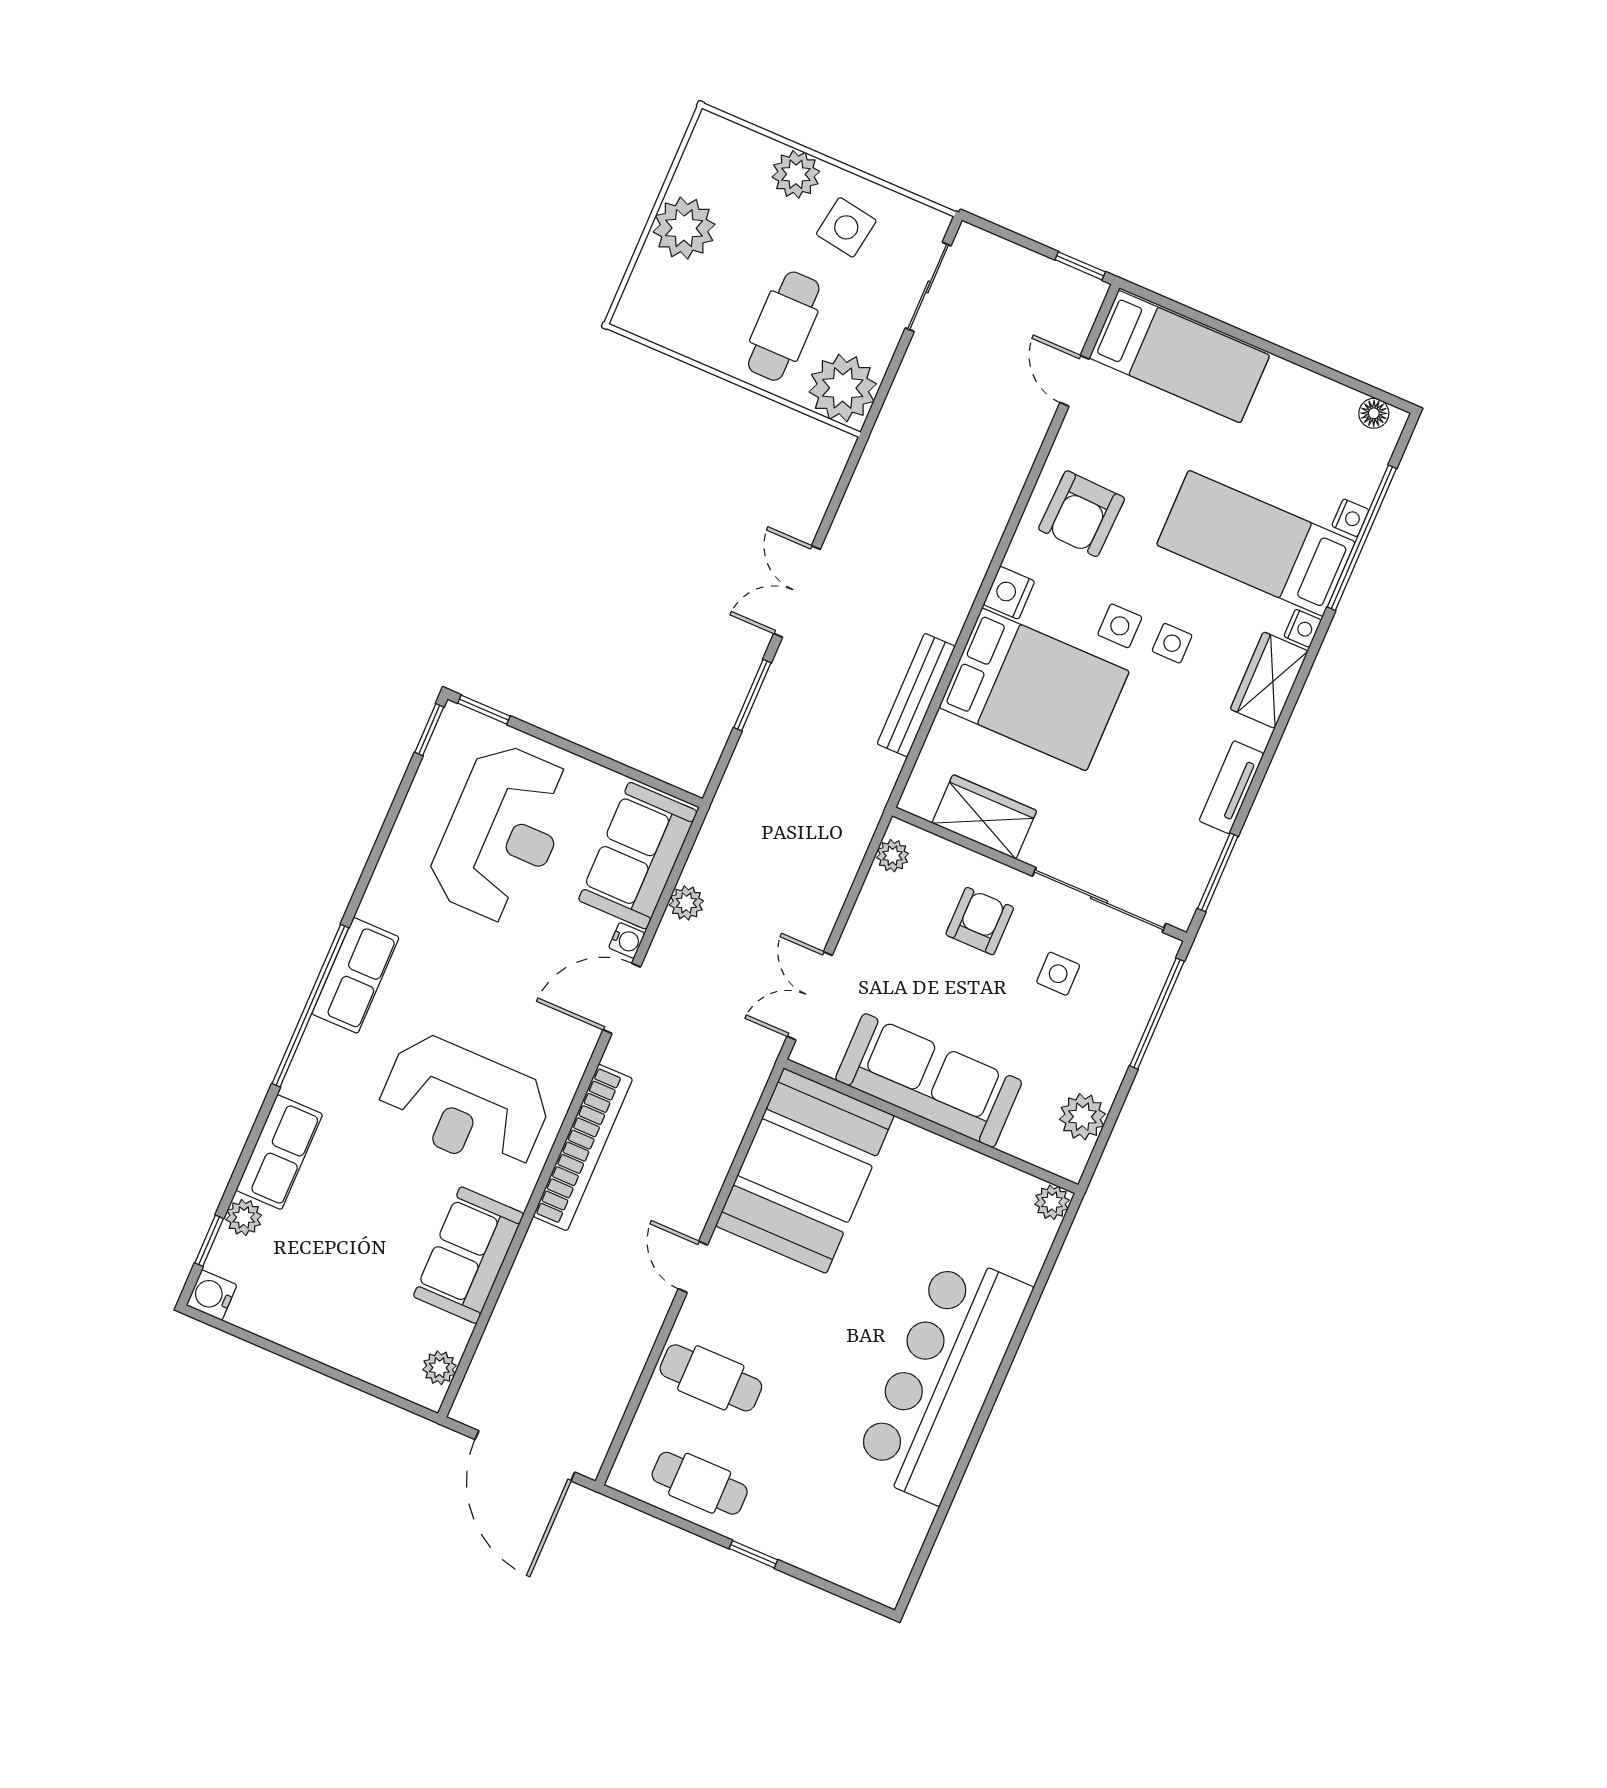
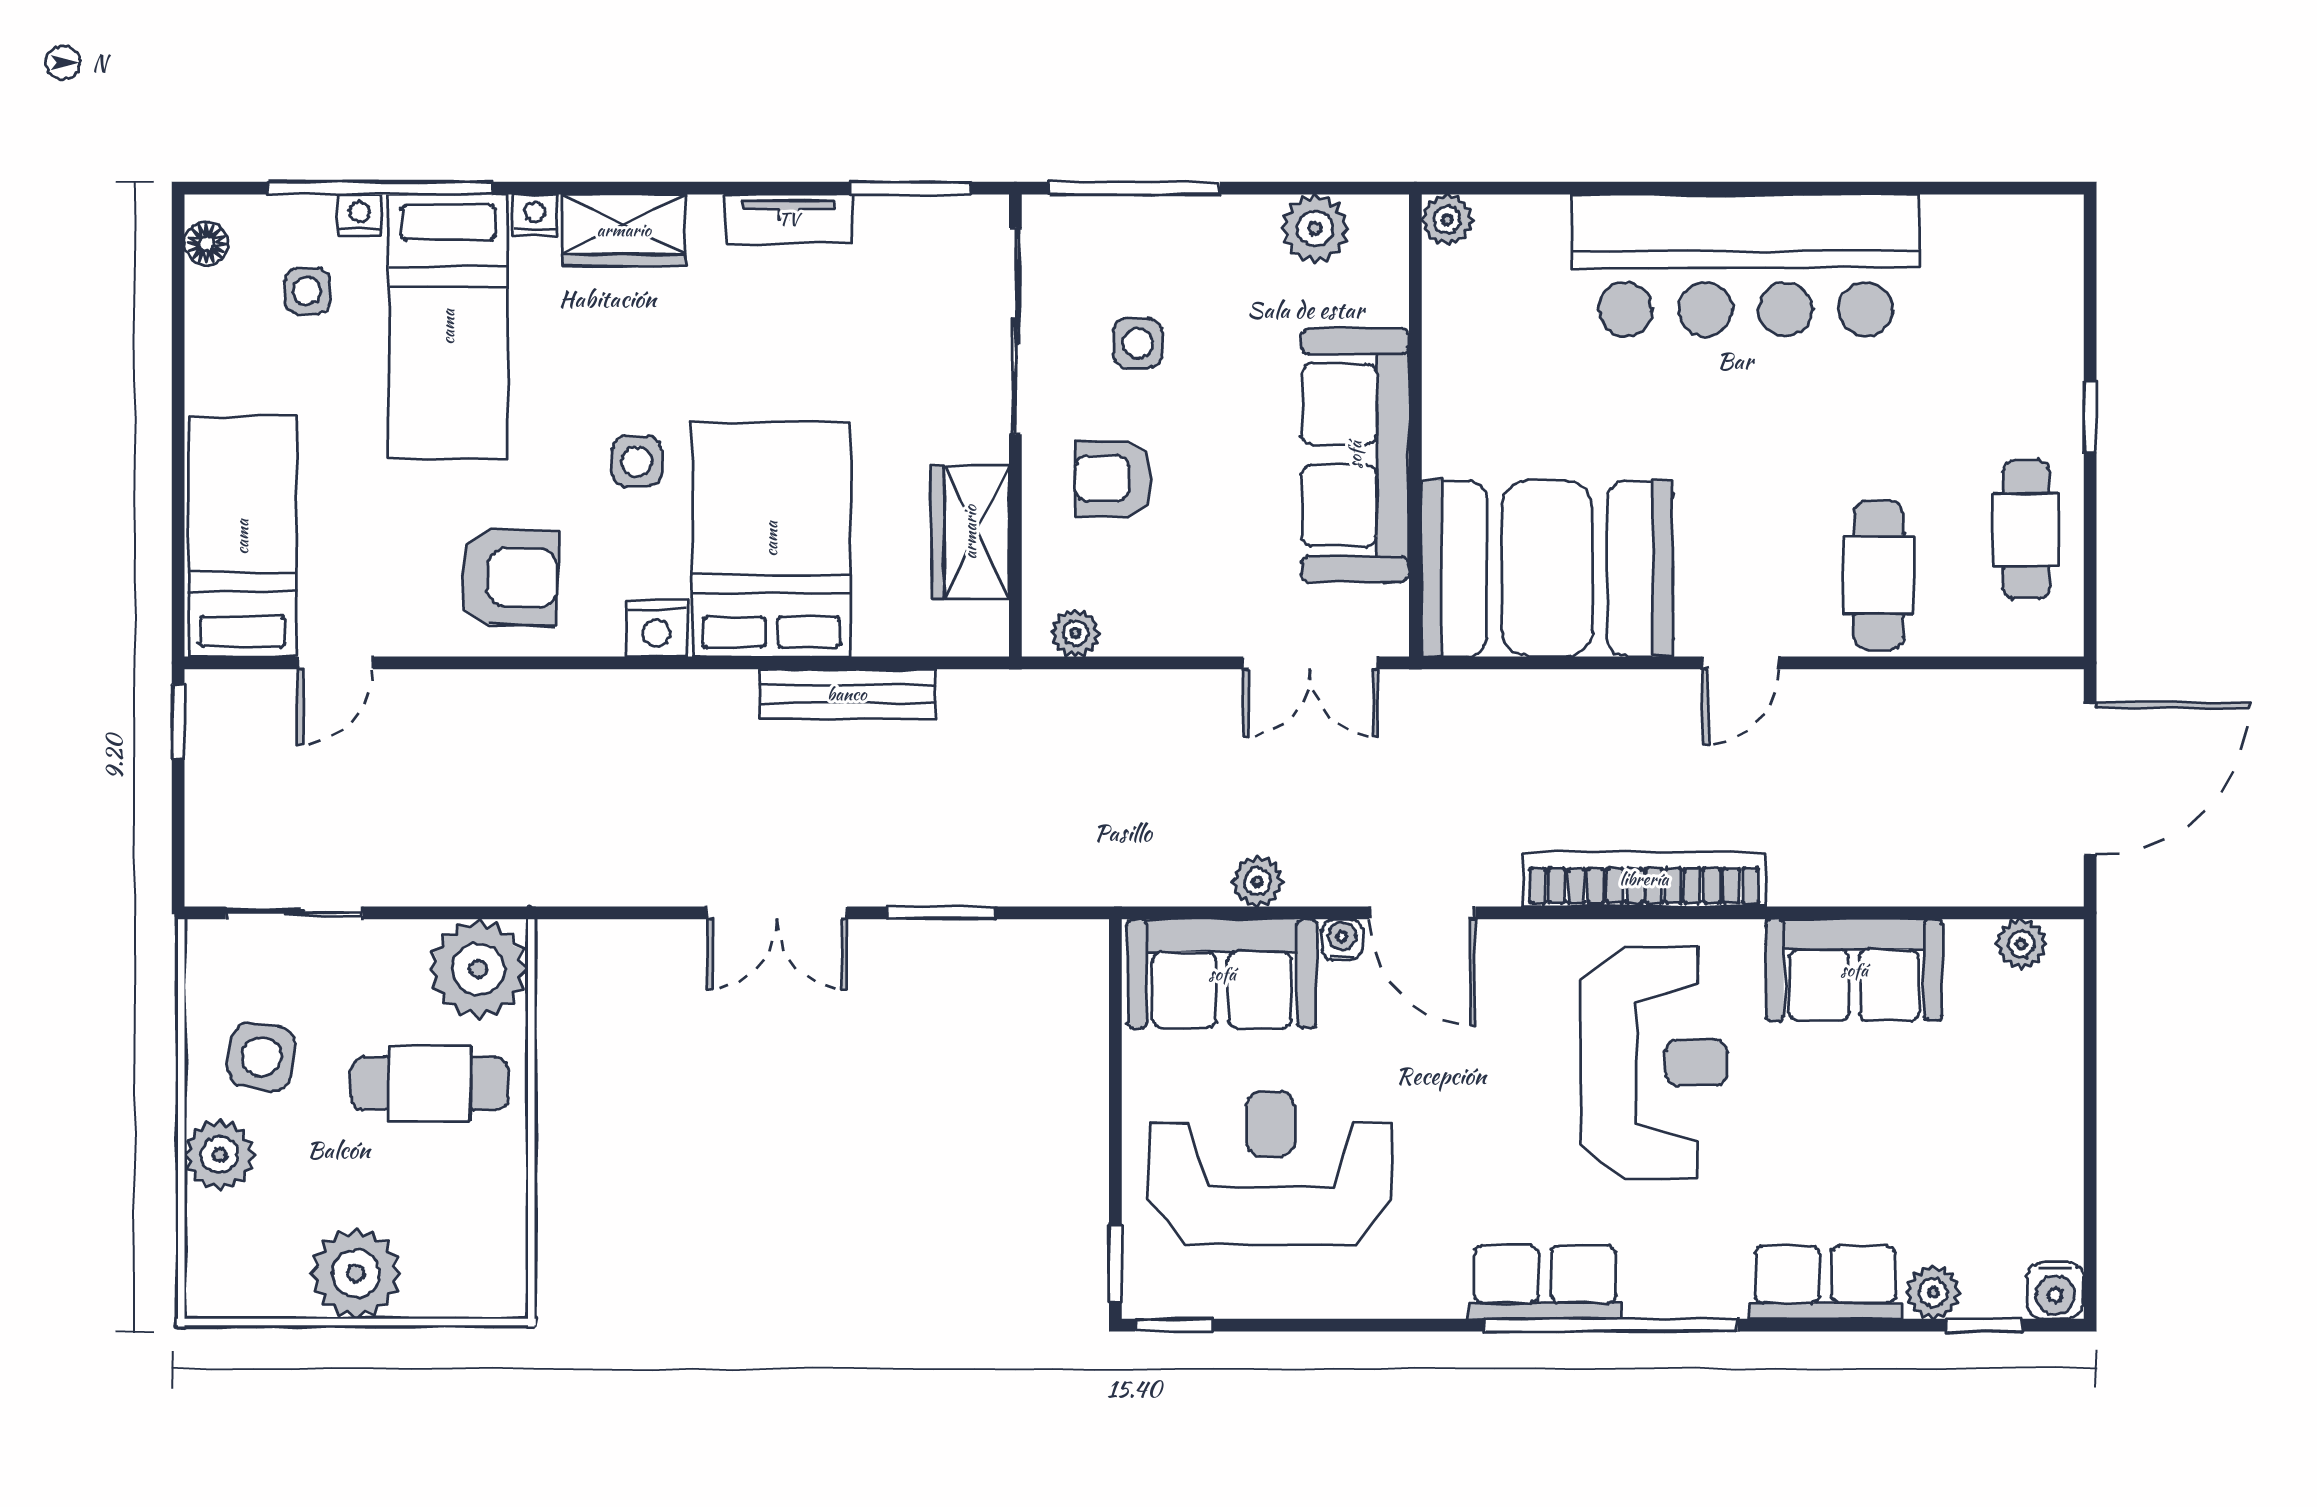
side table: (1172, 643) -> (307, 291), moved

